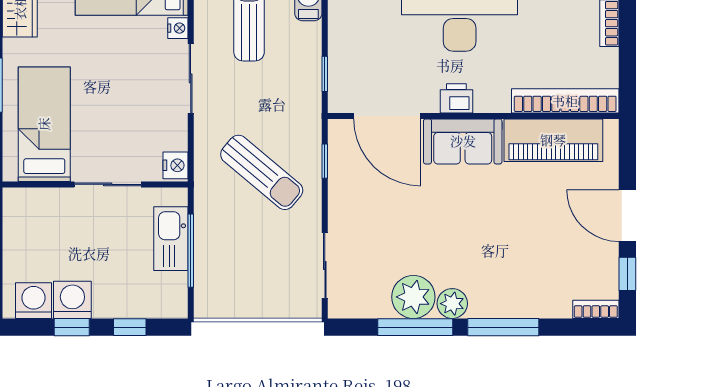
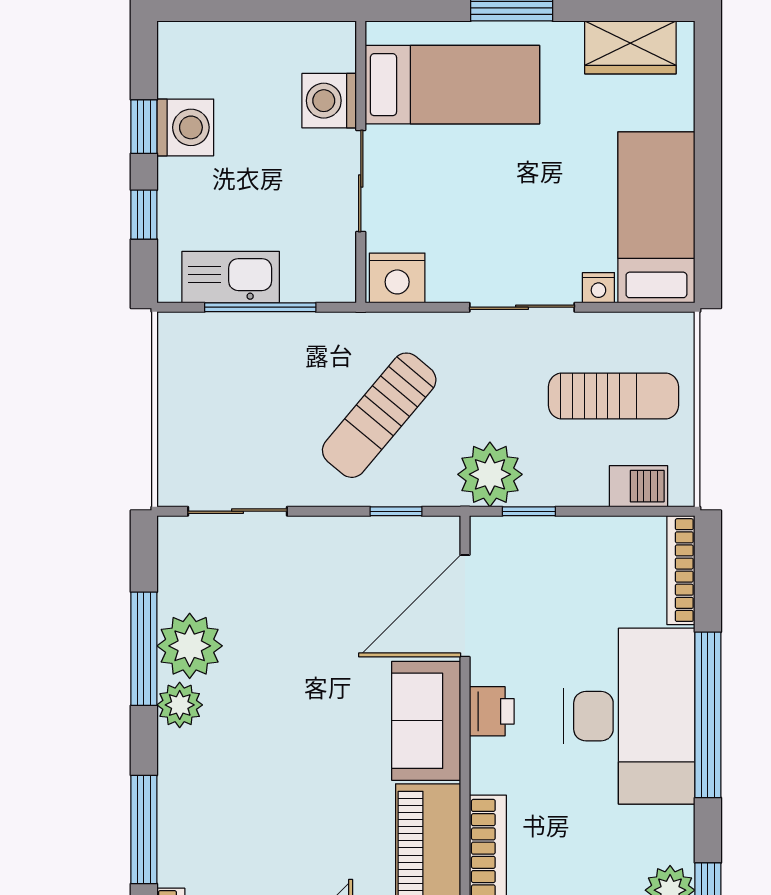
plant: (301, 99) -> (490, 474), added
nightstand: (175, 165) -> (397, 278), width x1.36, depth x1.33
kitchen sink: (171, 239) -> (231, 277), moved
washing machine: (34, 301) -> (329, 101), moved, turned 180
window: (503, 327) -> (144, 830), moved

